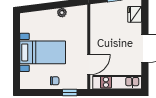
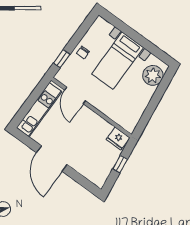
plant: (62, 13) -> (153, 75), moved, width x1.88, depth x1.88
fridge: (135, 14) -> (118, 138), moved, turned 180

